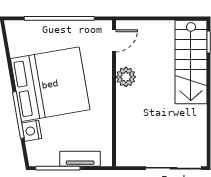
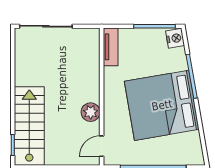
nightstand: (32, 131) -> (175, 38), moved
tv unit: (80, 159) -> (111, 47), moved, turned -90

